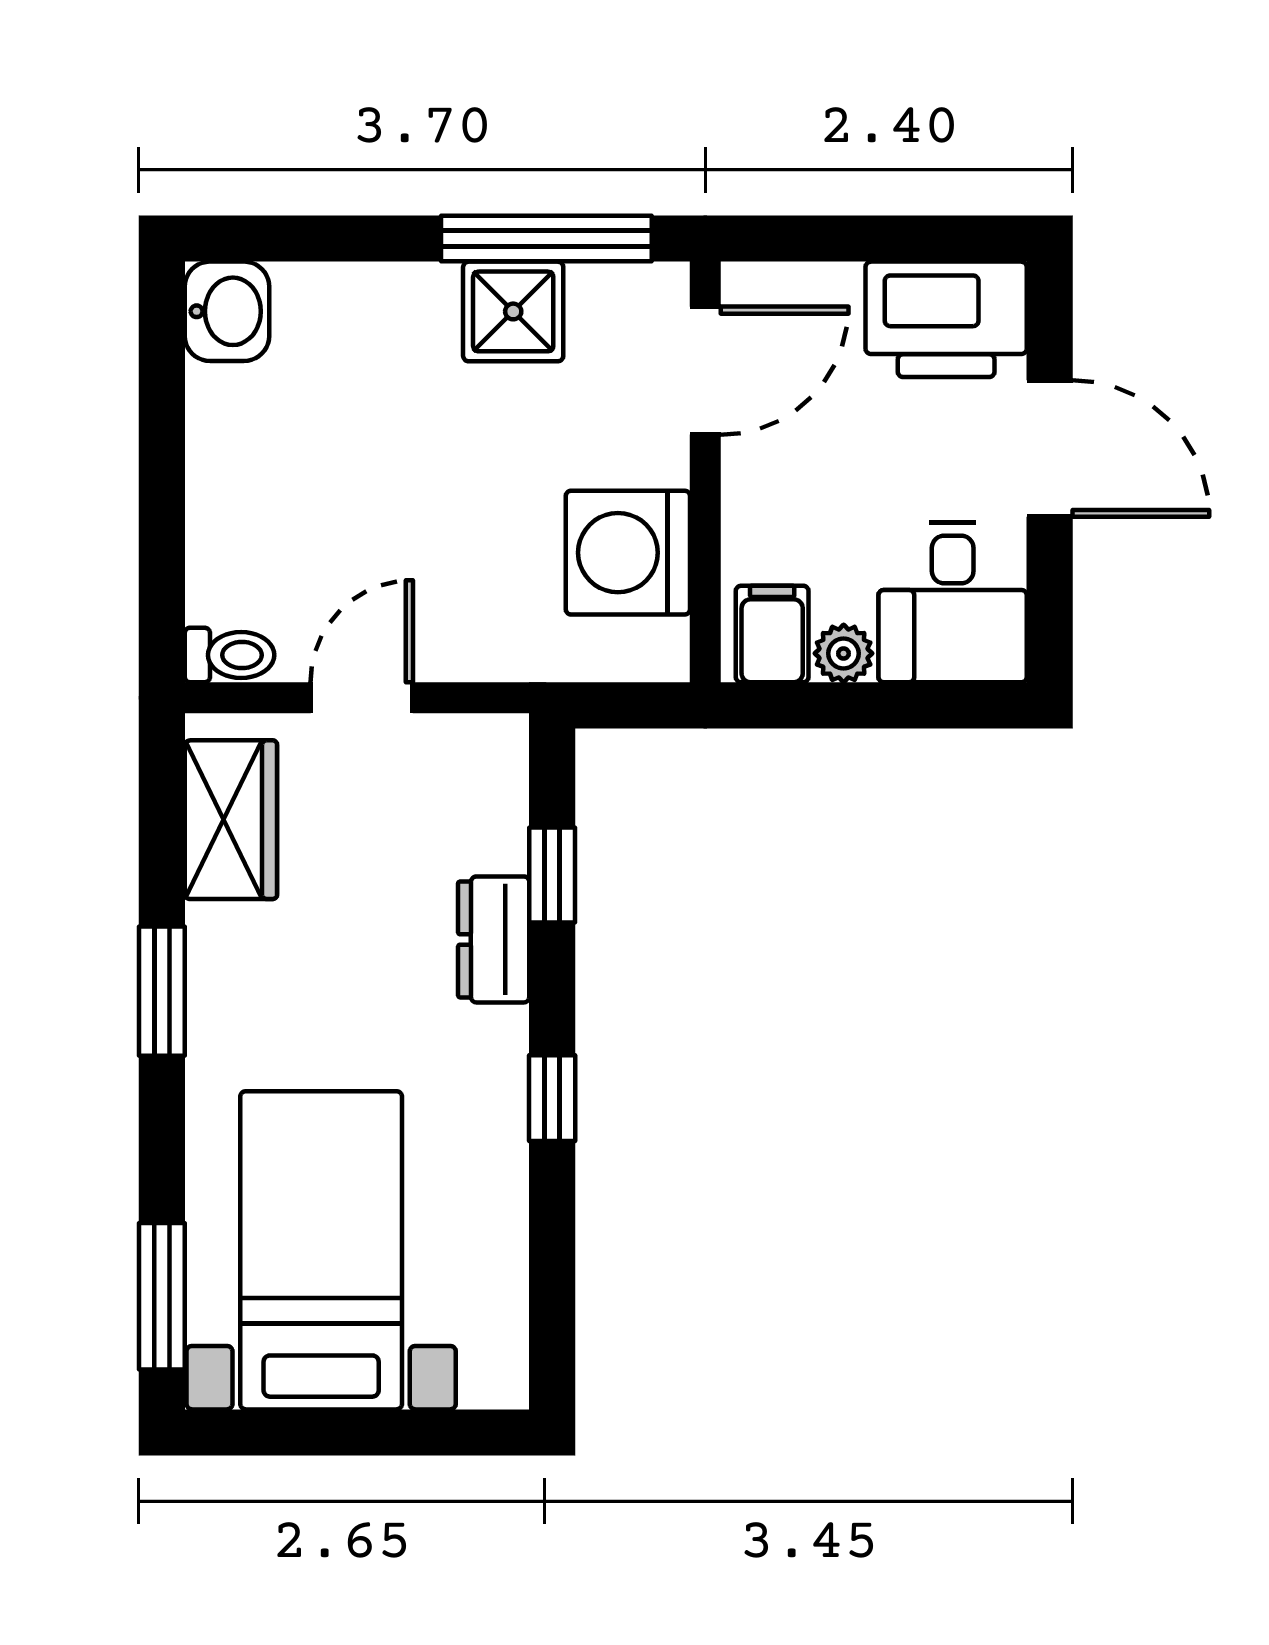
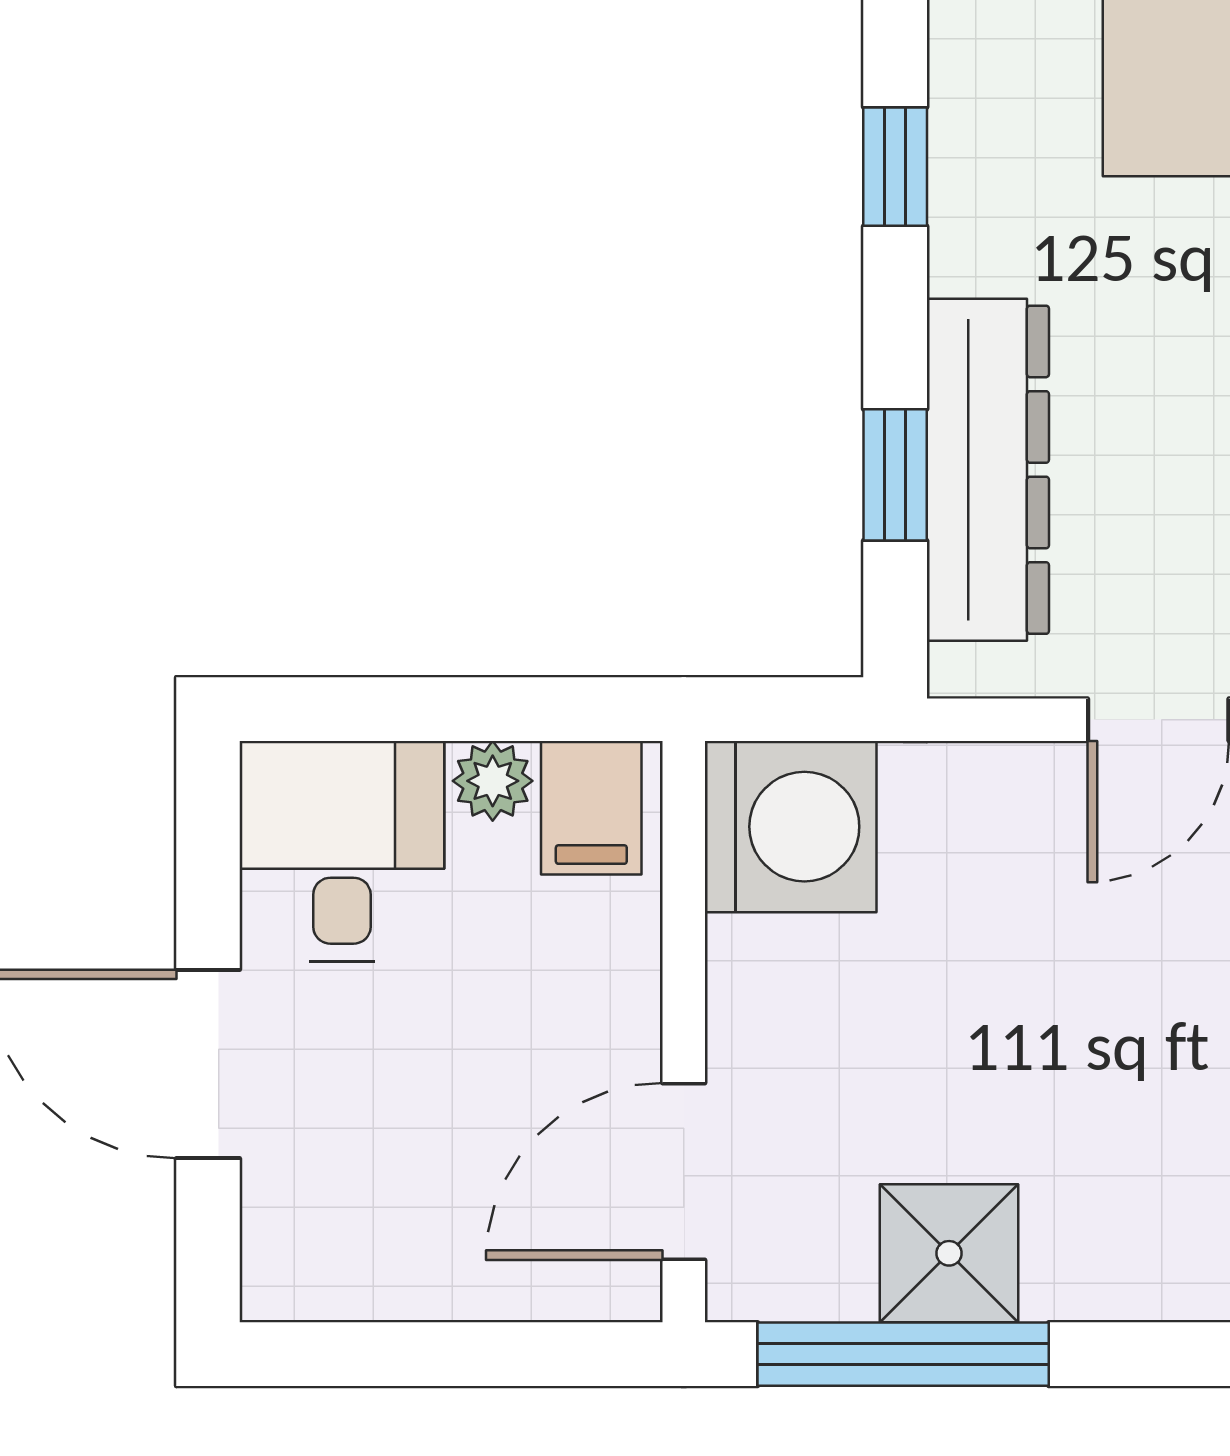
printer: (946, 319) -> (351, 1242), removed
washing machine: (628, 553) -> (791, 827), moved
dresser: (494, 939) -> (988, 470), width x1.96, depth x1.24

